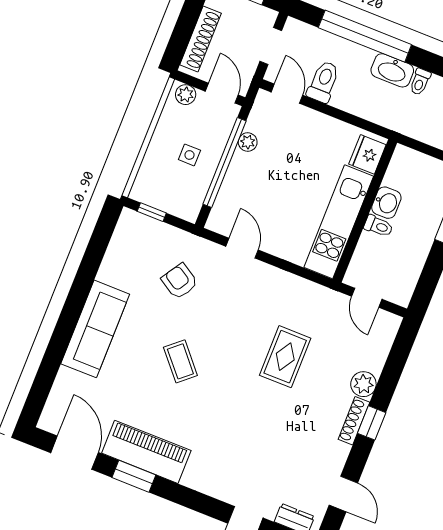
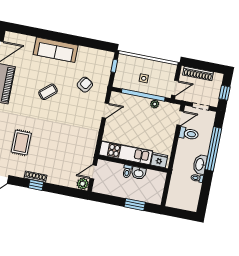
plant: (186, 95) -> (171, 71), removed
rug: (285, 357) -> (21, 143), moved, turned 90
plant: (363, 384) -> (83, 184), moved

